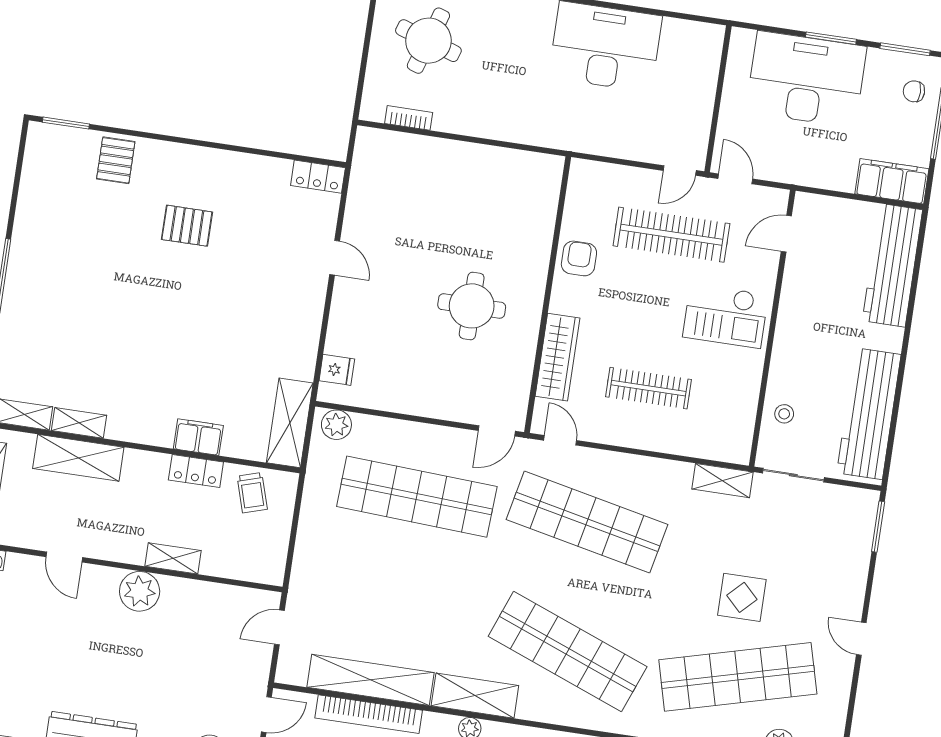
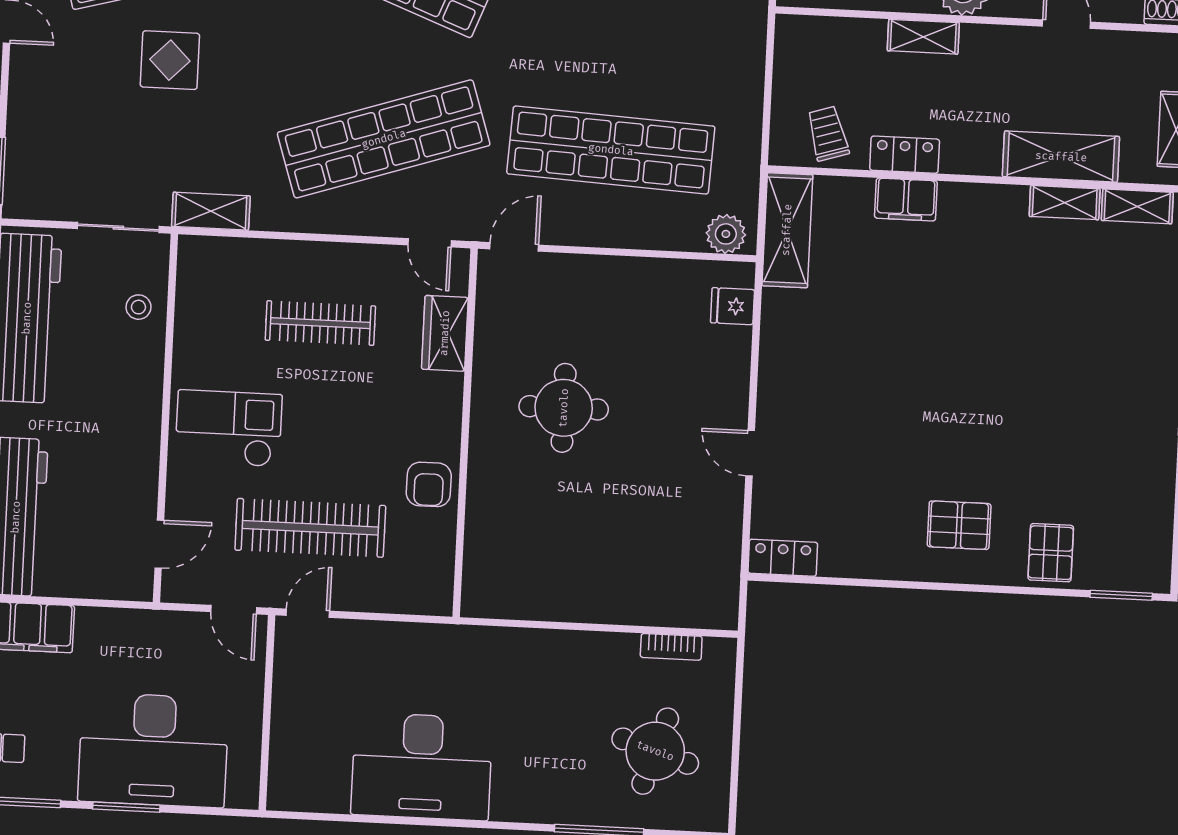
pallet: (187, 226) -> (959, 525), moved
wardrobe: (558, 357) -> (445, 333), width x0.67
shop shelf: (587, 522) -> (384, 139), turned -30

